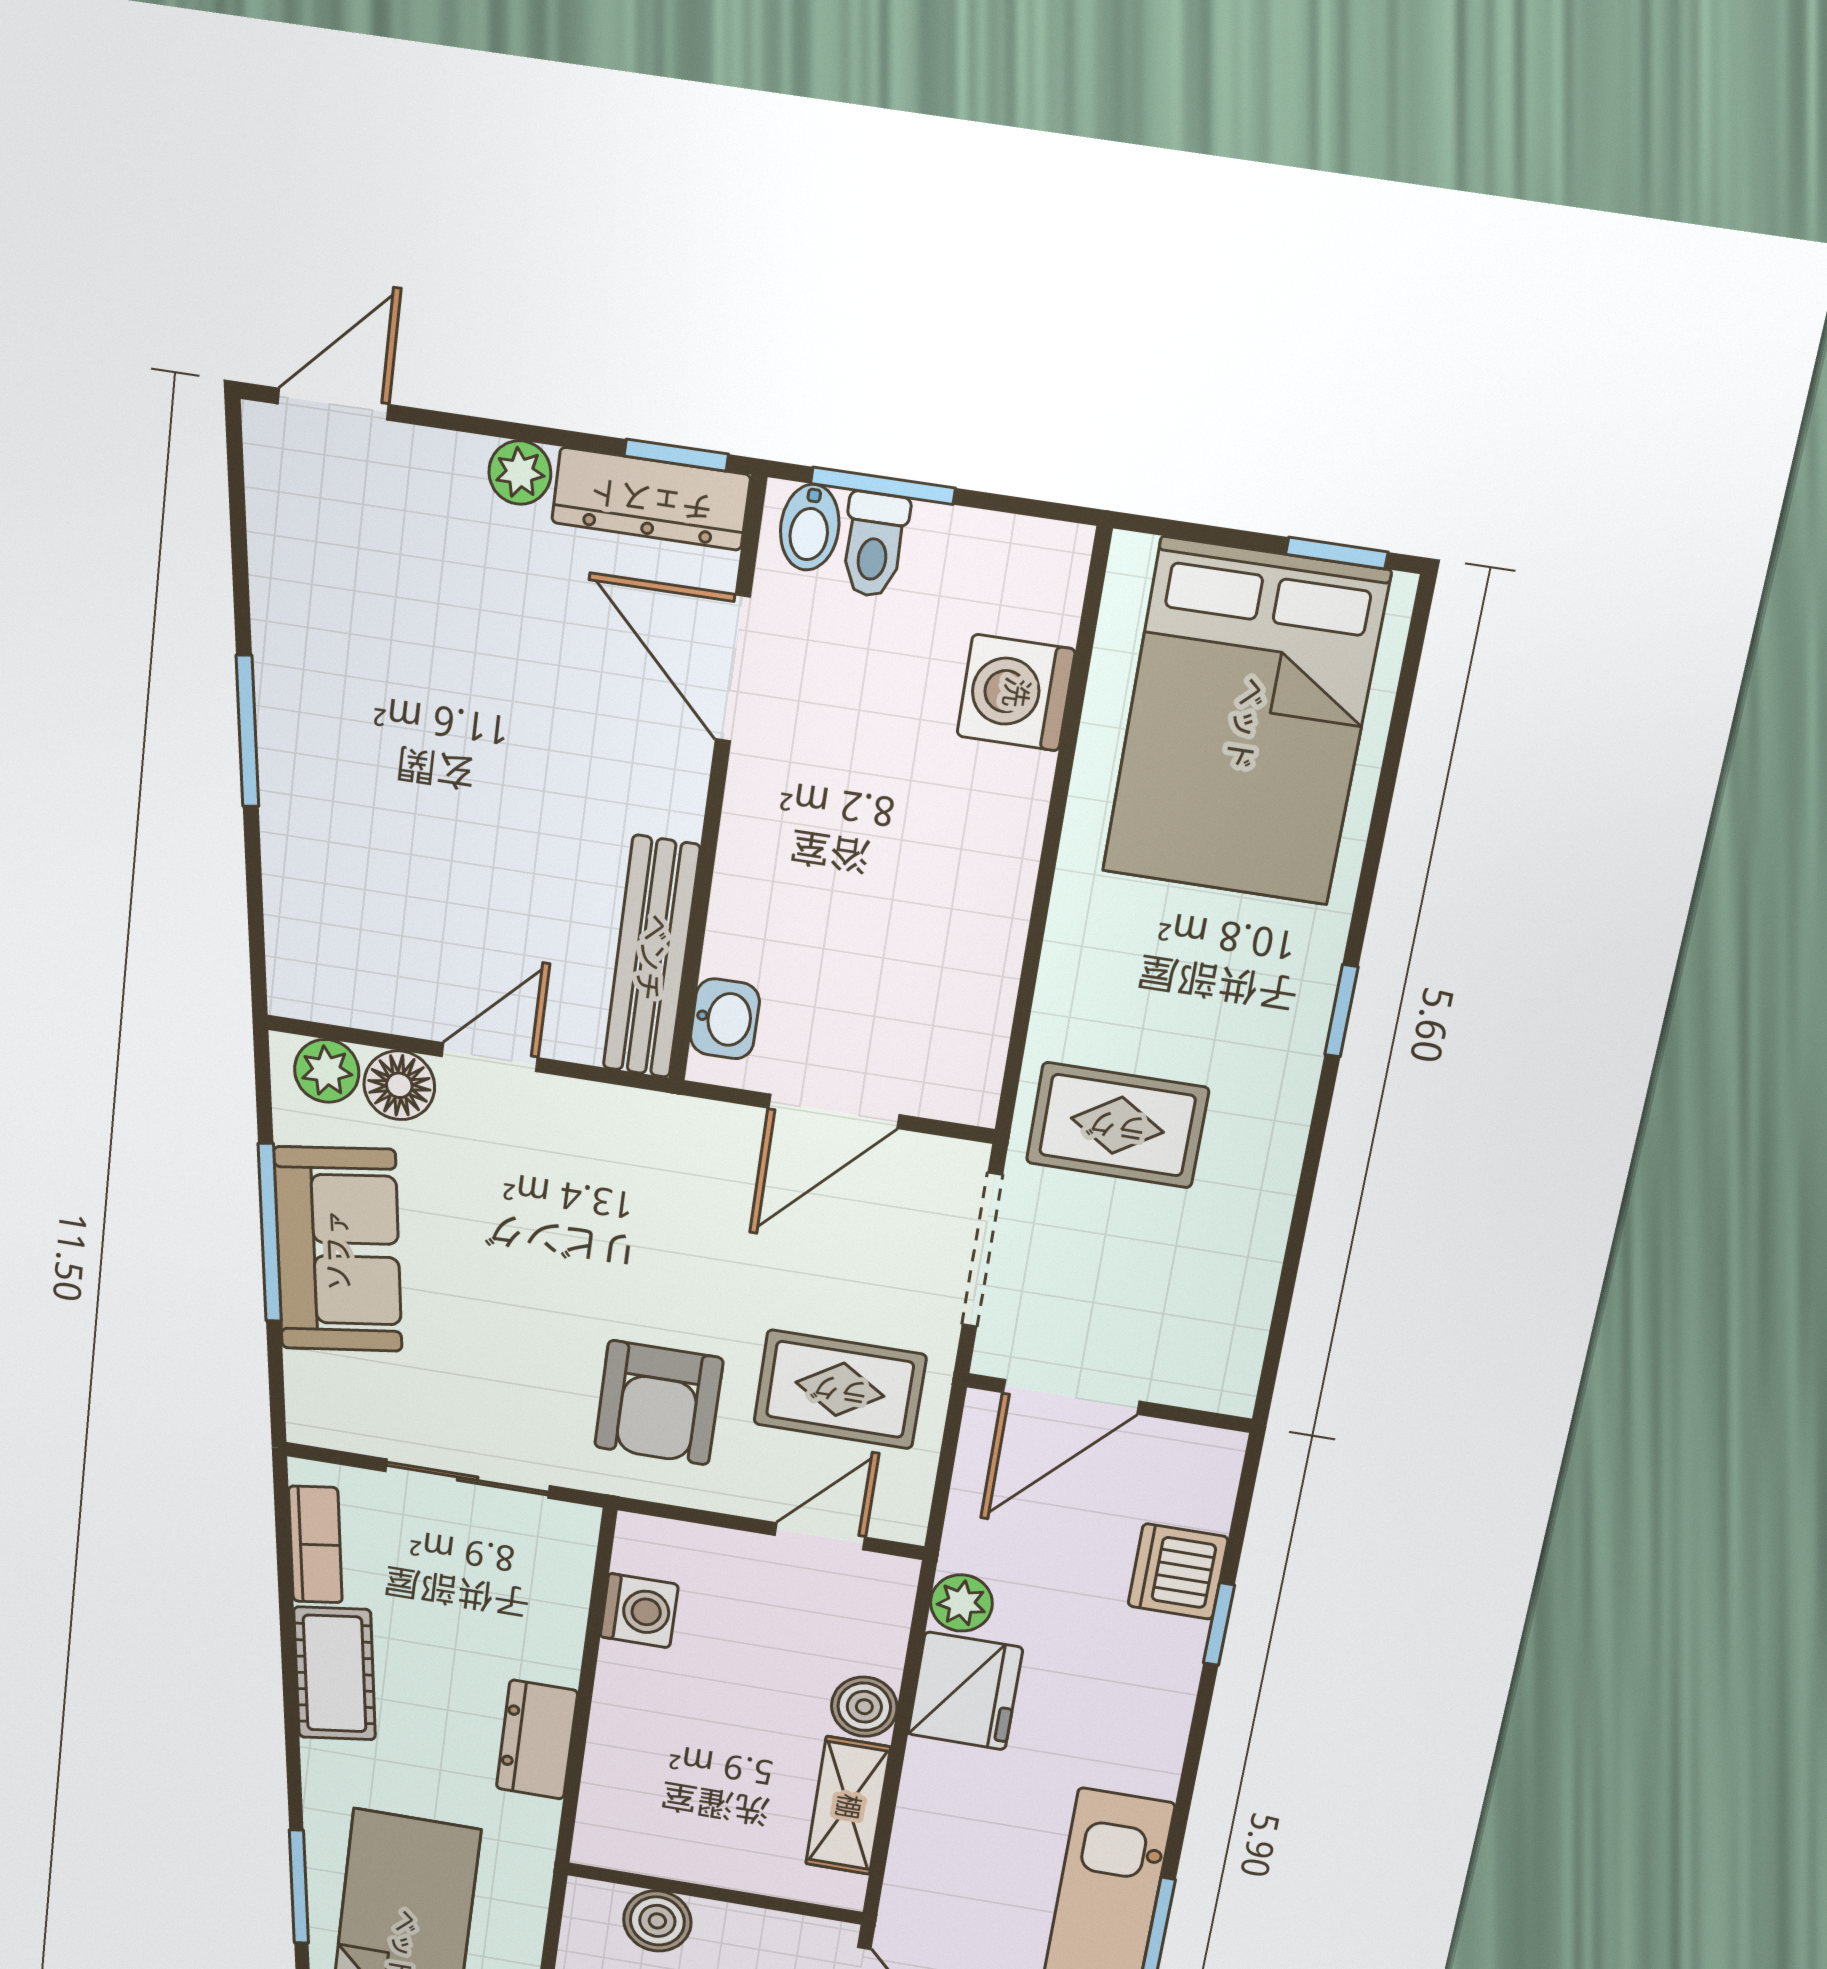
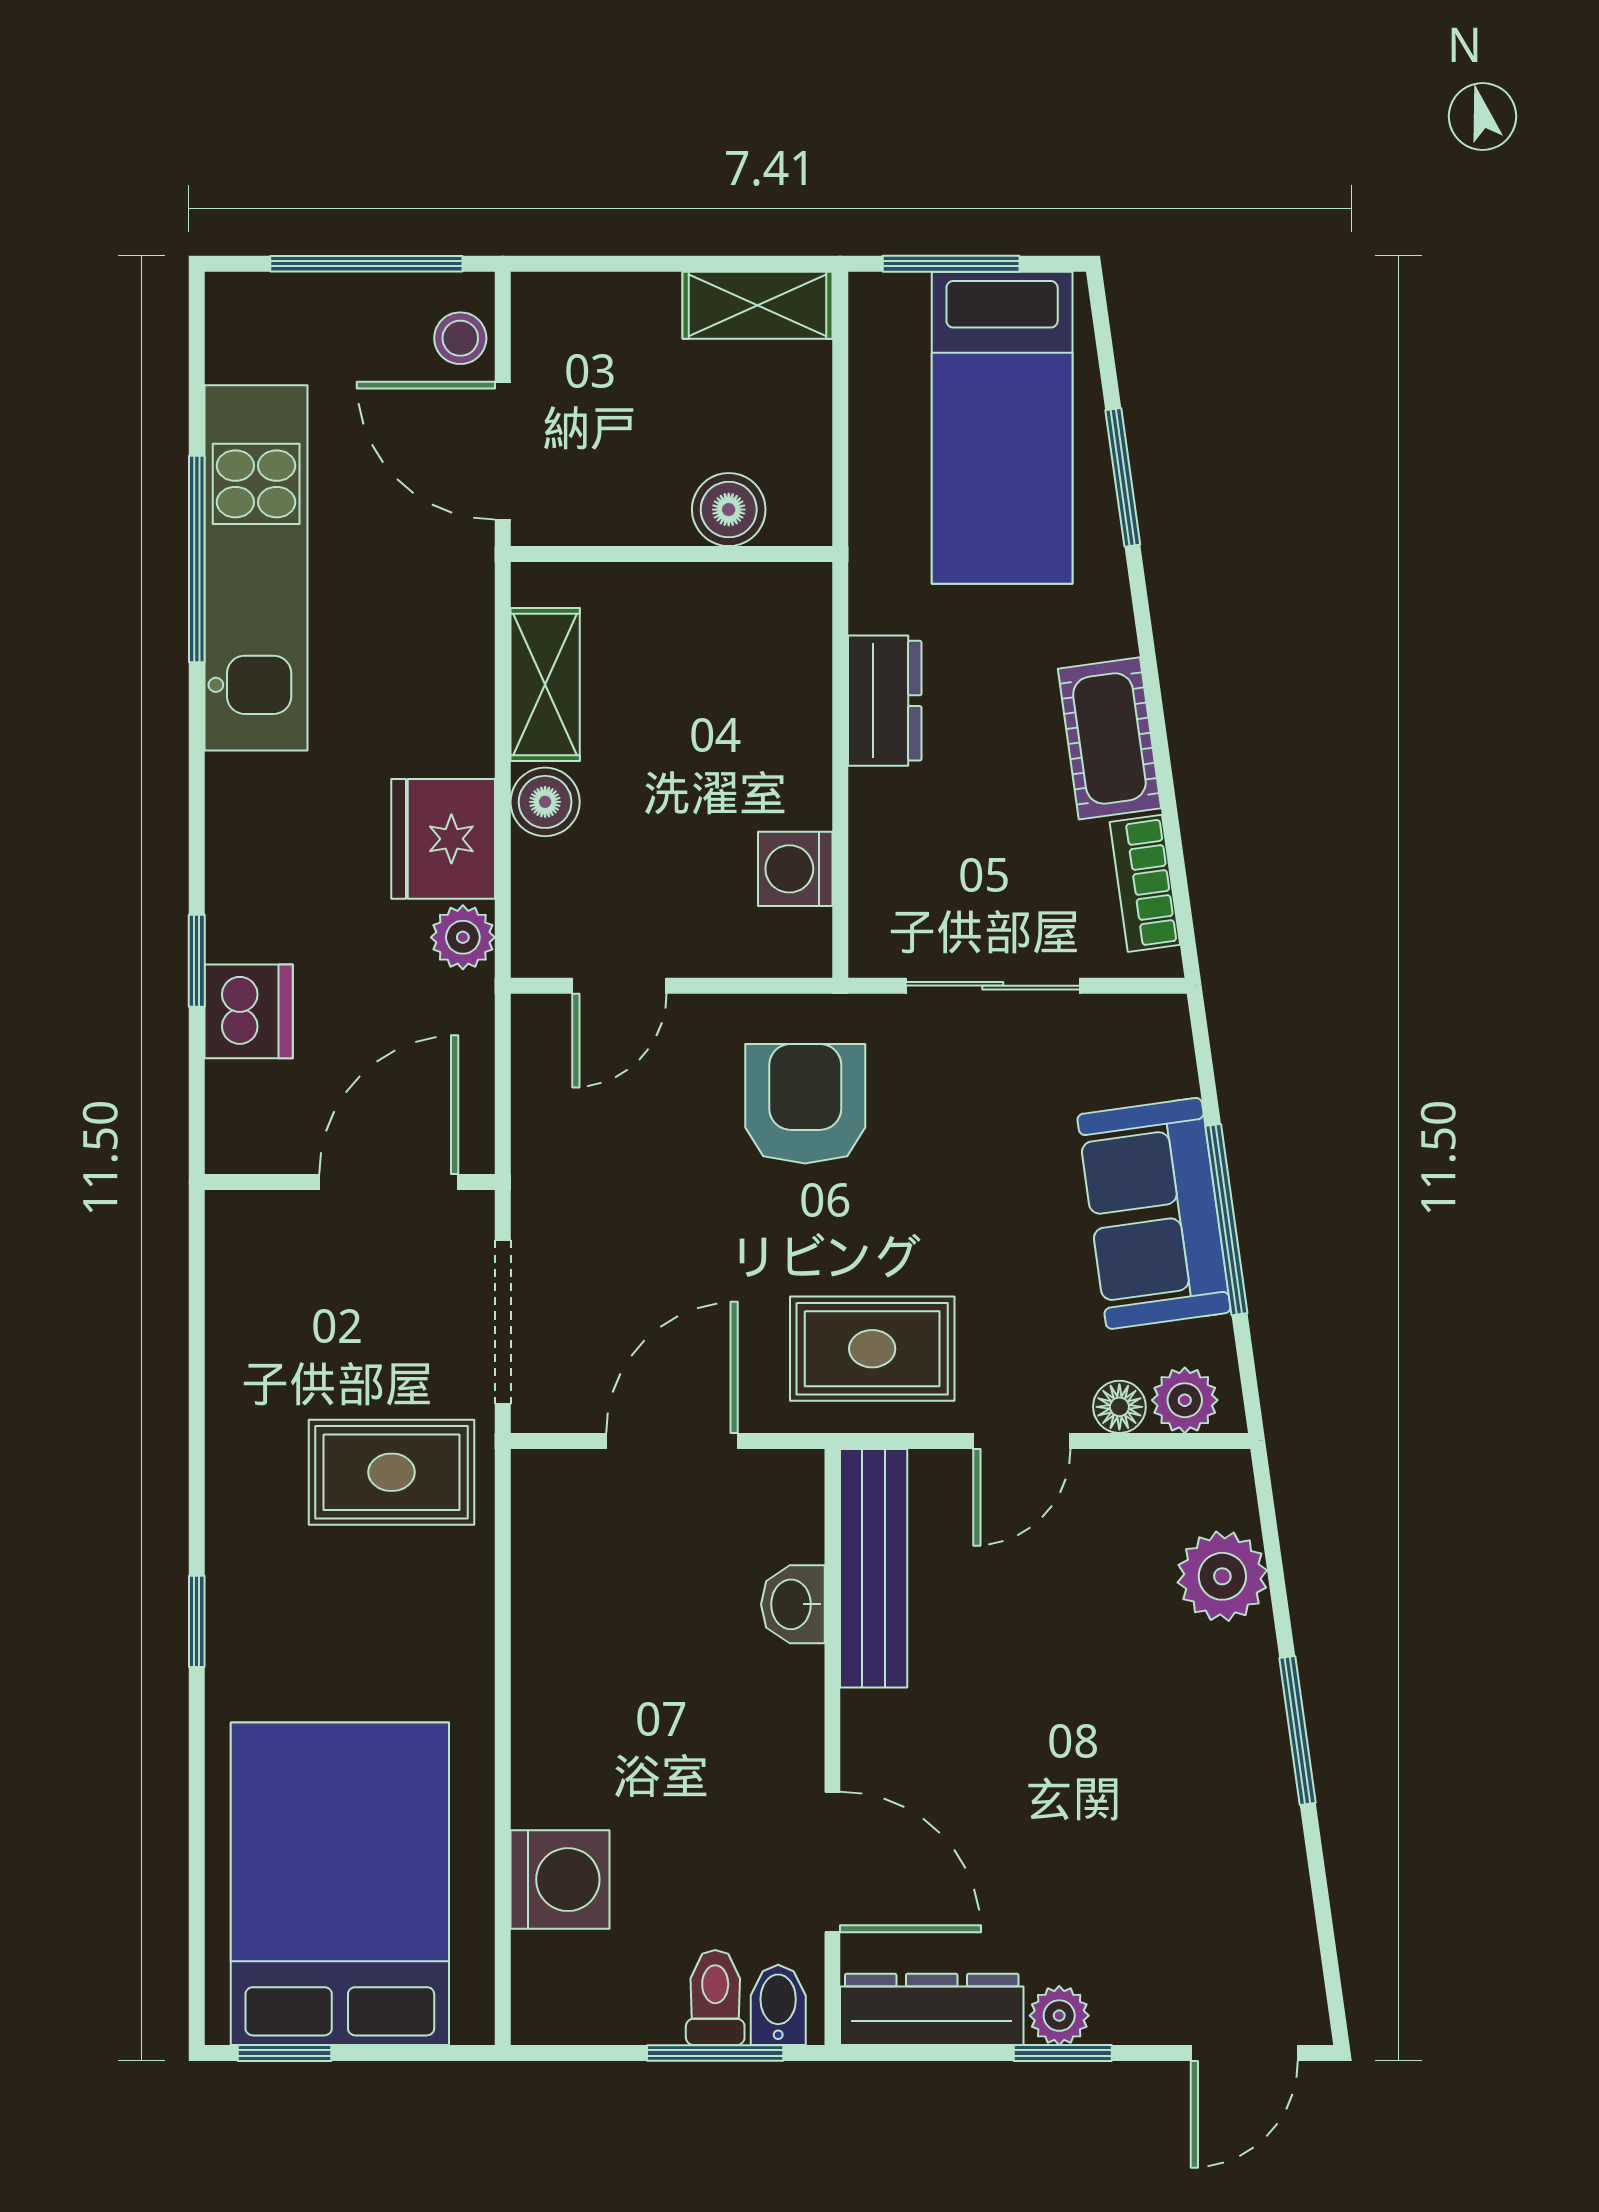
window: (676, 455) -> (1063, 2053), moved
plant: (307, 896) -> (1222, 1576), added
washbasin: (725, 1019) -> (793, 1604), moved
floor lamp: (399, 1085) -> (1119, 1407), width x0.73, depth x0.73
rug: (840, 1389) -> (872, 1349), moved

